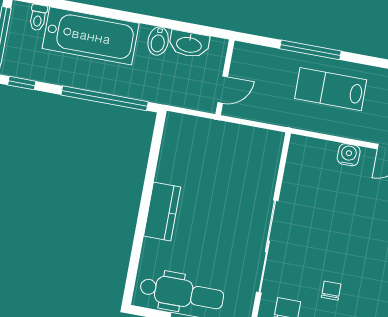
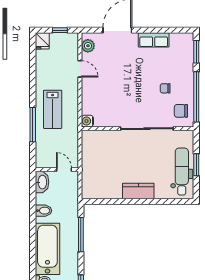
washbasin: (189, 44) -> (42, 182), moved
window: (105, 98) -> (81, 235), width x0.68
water cooler: (349, 155) -> (87, 121), moved

